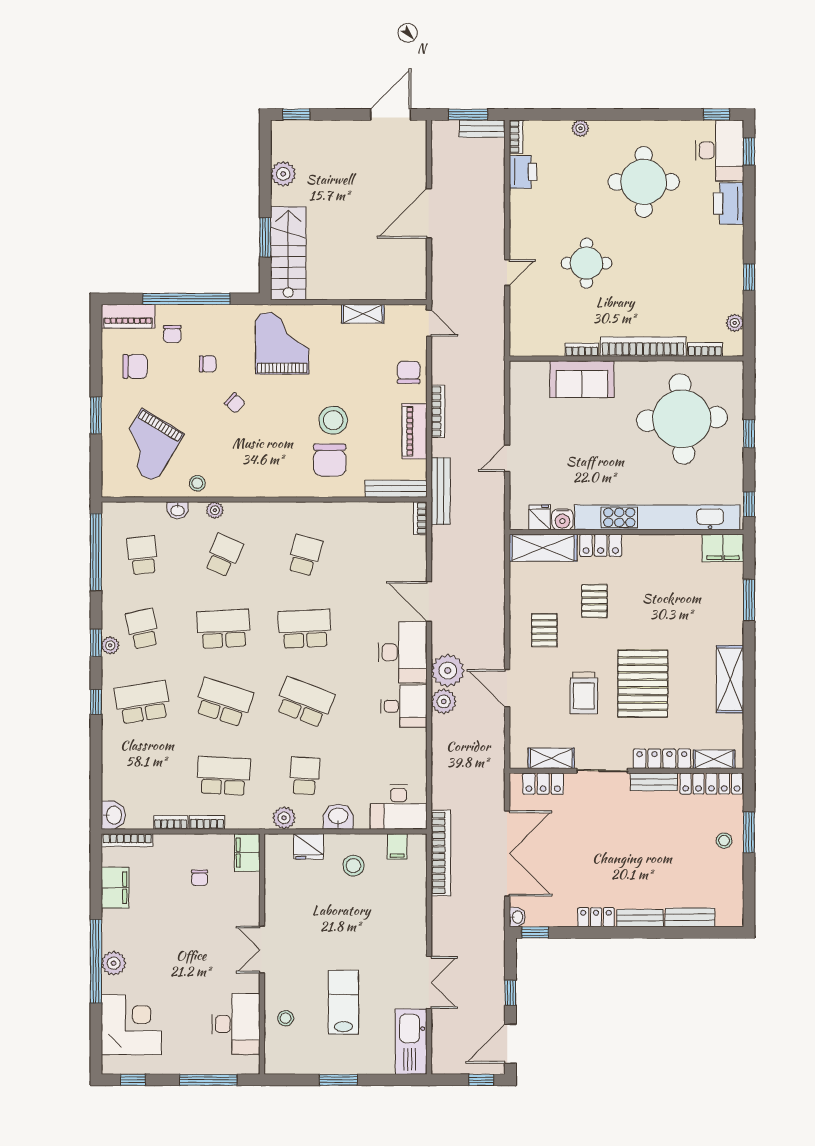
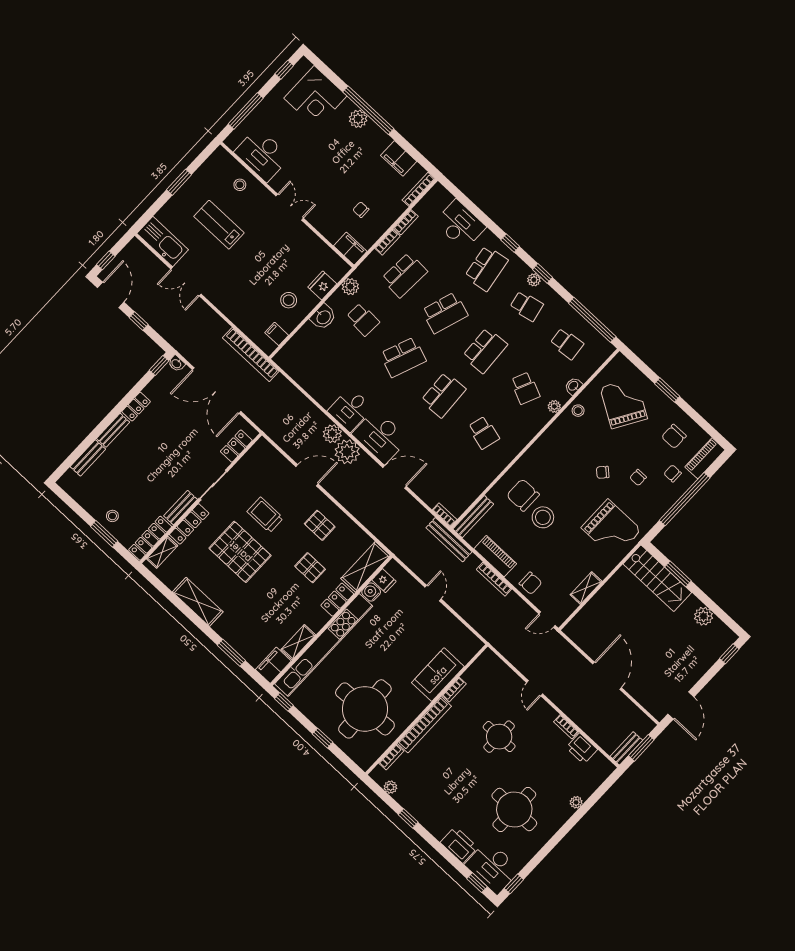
bookcase: (516, 137) -> (566, 727), moved
shelving: (551, 758) -> (298, 642), moved
desk: (399, 807) -> (460, 225), moved, turned 90
washbasin: (113, 815) -> (439, 195), removed
lab bench: (343, 1002) -> (219, 225), turned 180

